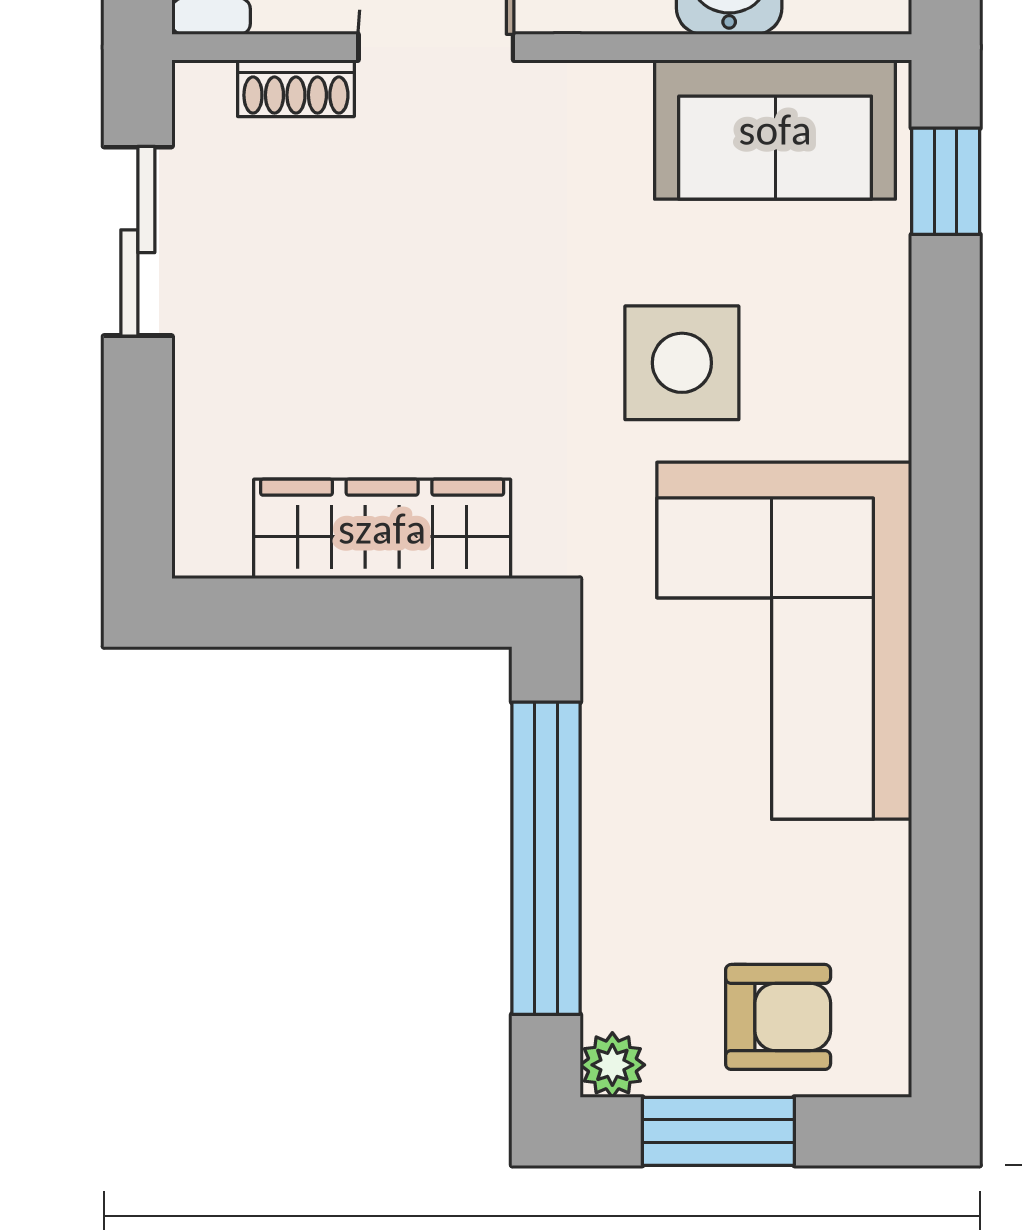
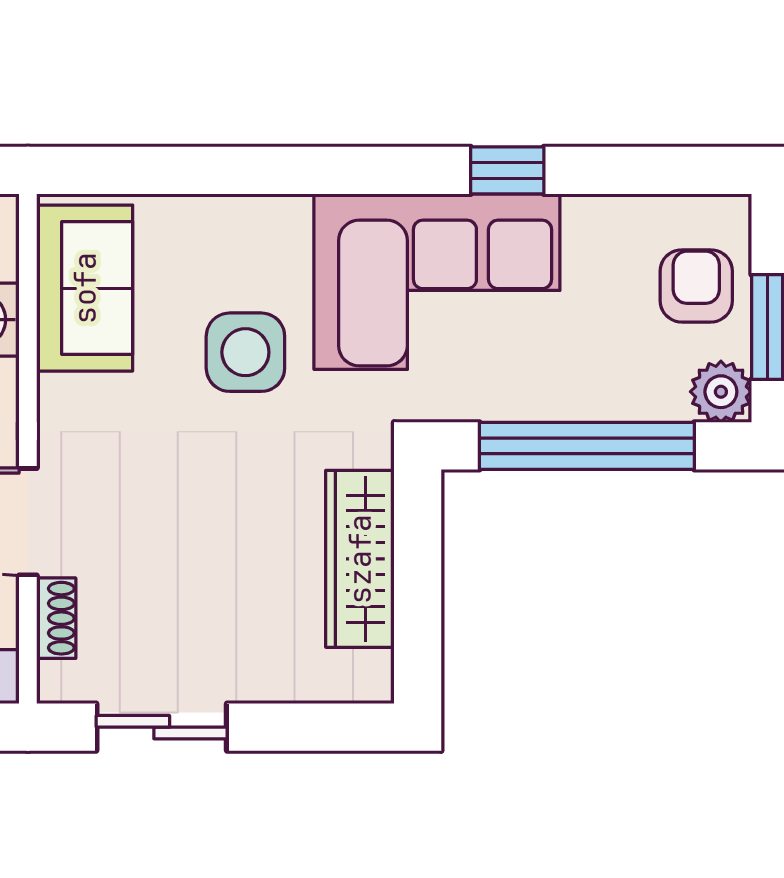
window: (946, 181) -> (507, 170), moved
plant: (612, 1065) -> (721, 392), width x1.38, depth x1.38

